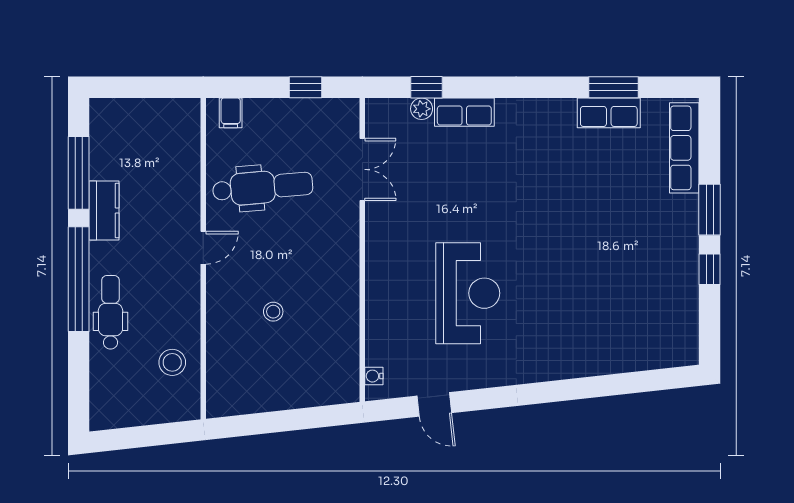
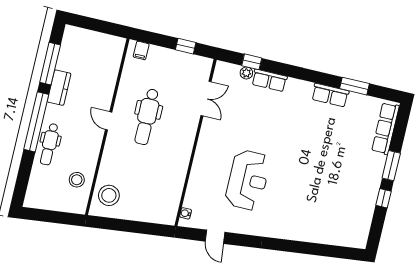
row of seats: (609, 113) -> (330, 95), moved
dental chair: (263, 187) -> (147, 117), moved, turned 95
door: (203, 248) -> (109, 121), swing flipped
dental chair: (111, 312) -> (49, 144), turned 180
stool: (273, 312) -> (109, 195), moved, width x1.89, depth x1.89

